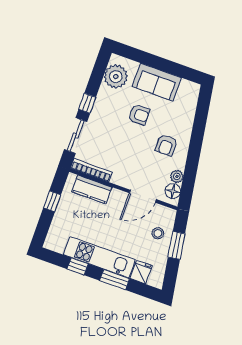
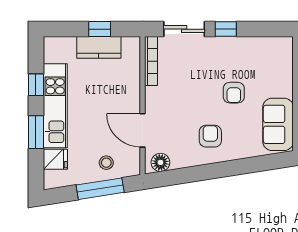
plant: (116, 76) -> (268, 51), removed
sofa: (157, 82) -> (278, 124), moved
armchair: (166, 145) -> (210, 136), turned 90
plant: (177, 176) -> (179, 161), removed
kitchen counter: (92, 189) -> (99, 47), moved, turned -90
window: (176, 245) -> (100, 189), width x1.44

